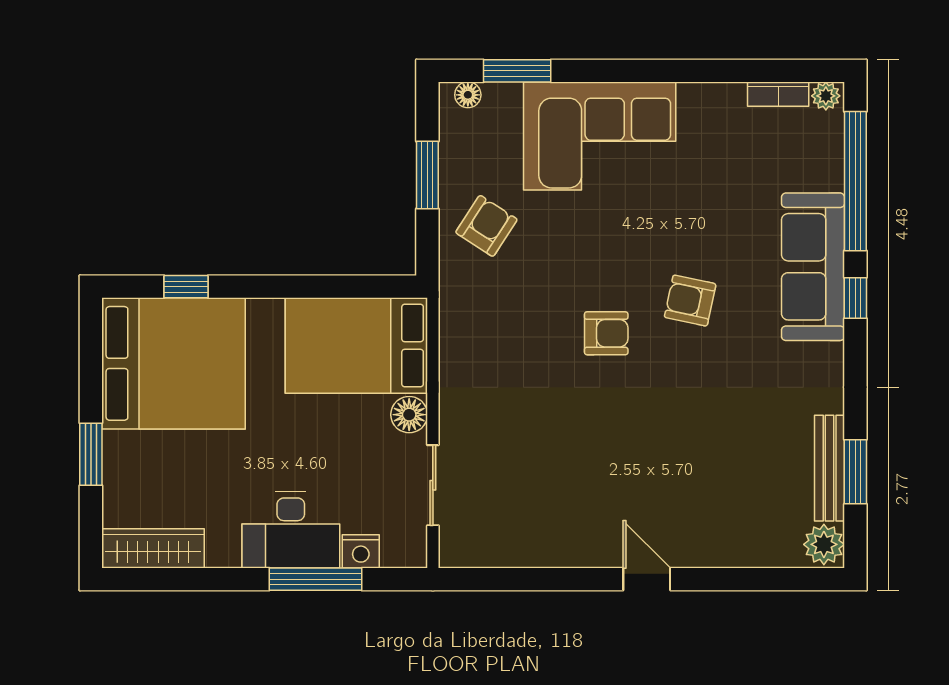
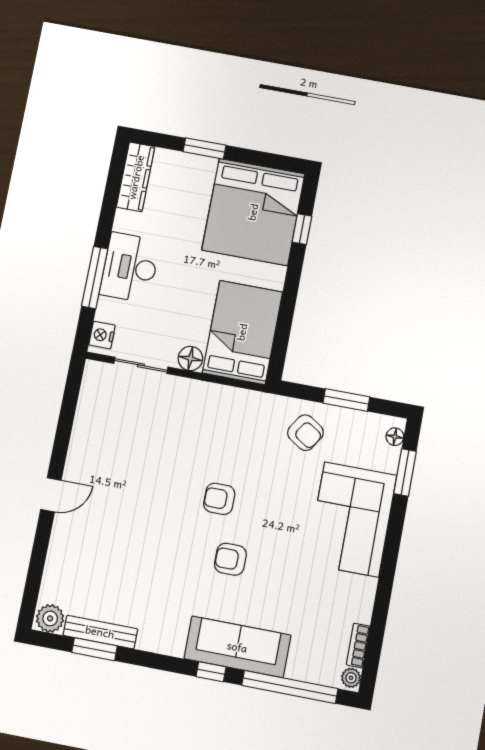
armchair: (690, 301) -> (230, 559), turned -102
armchair: (606, 333) -> (219, 499), turned 90
nightstand: (361, 551) -> (102, 335), moved

